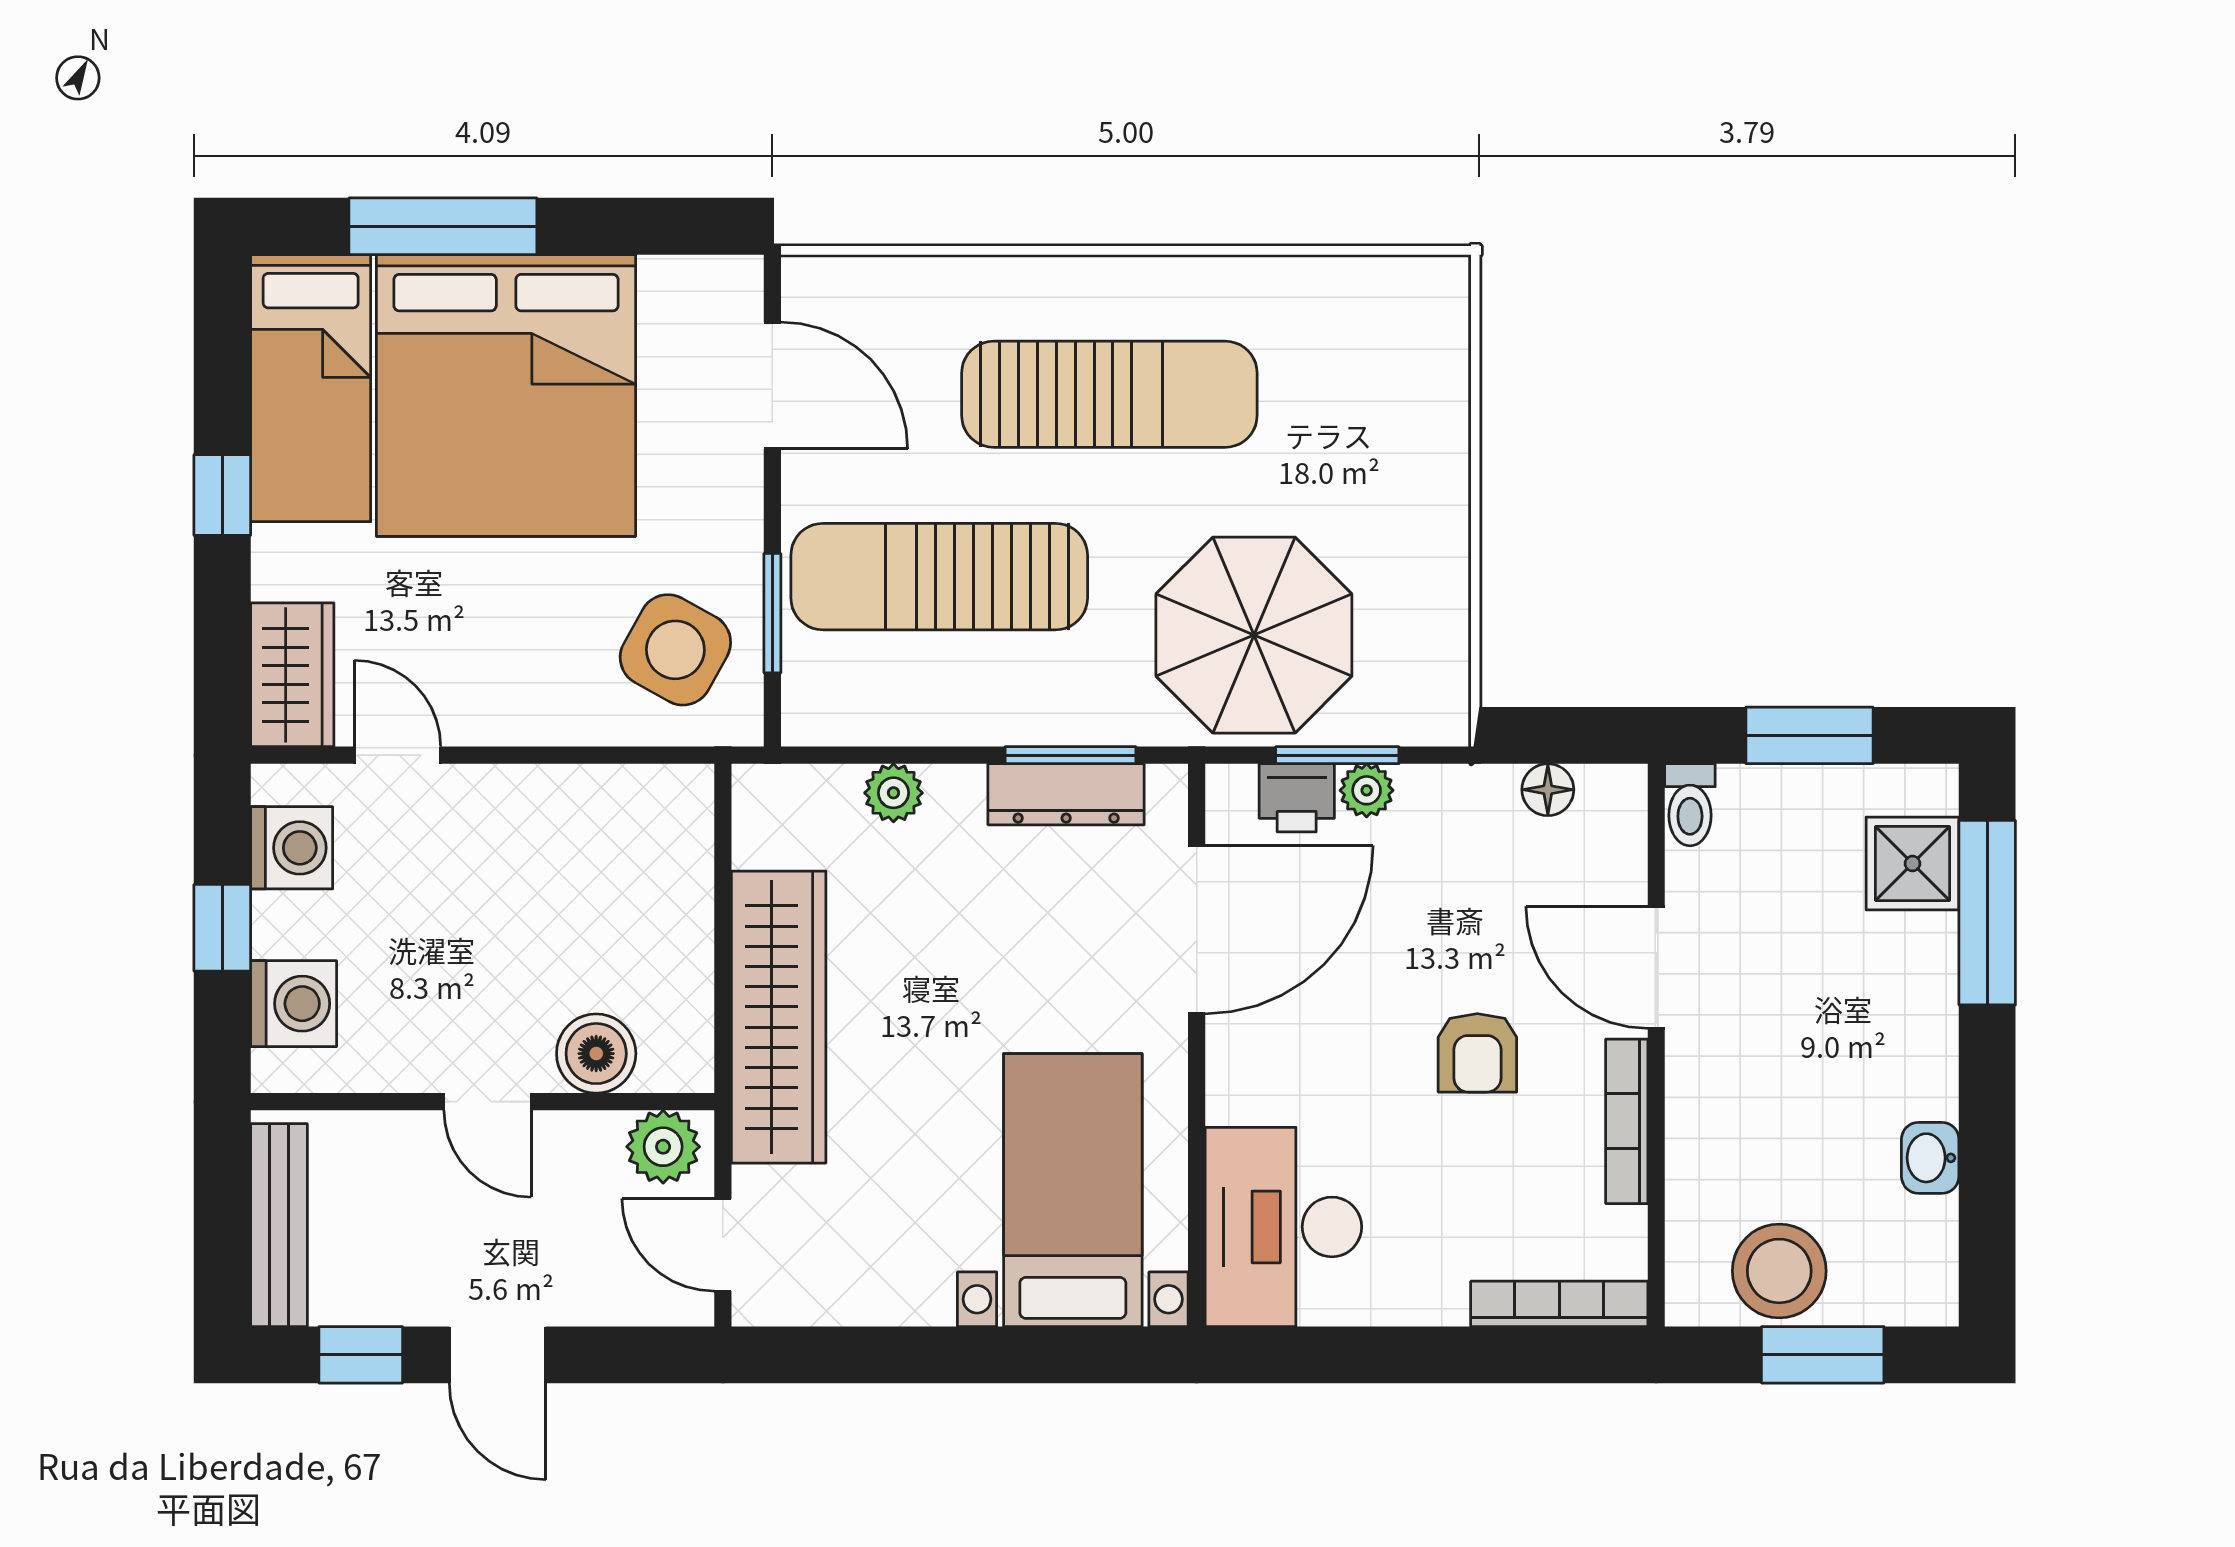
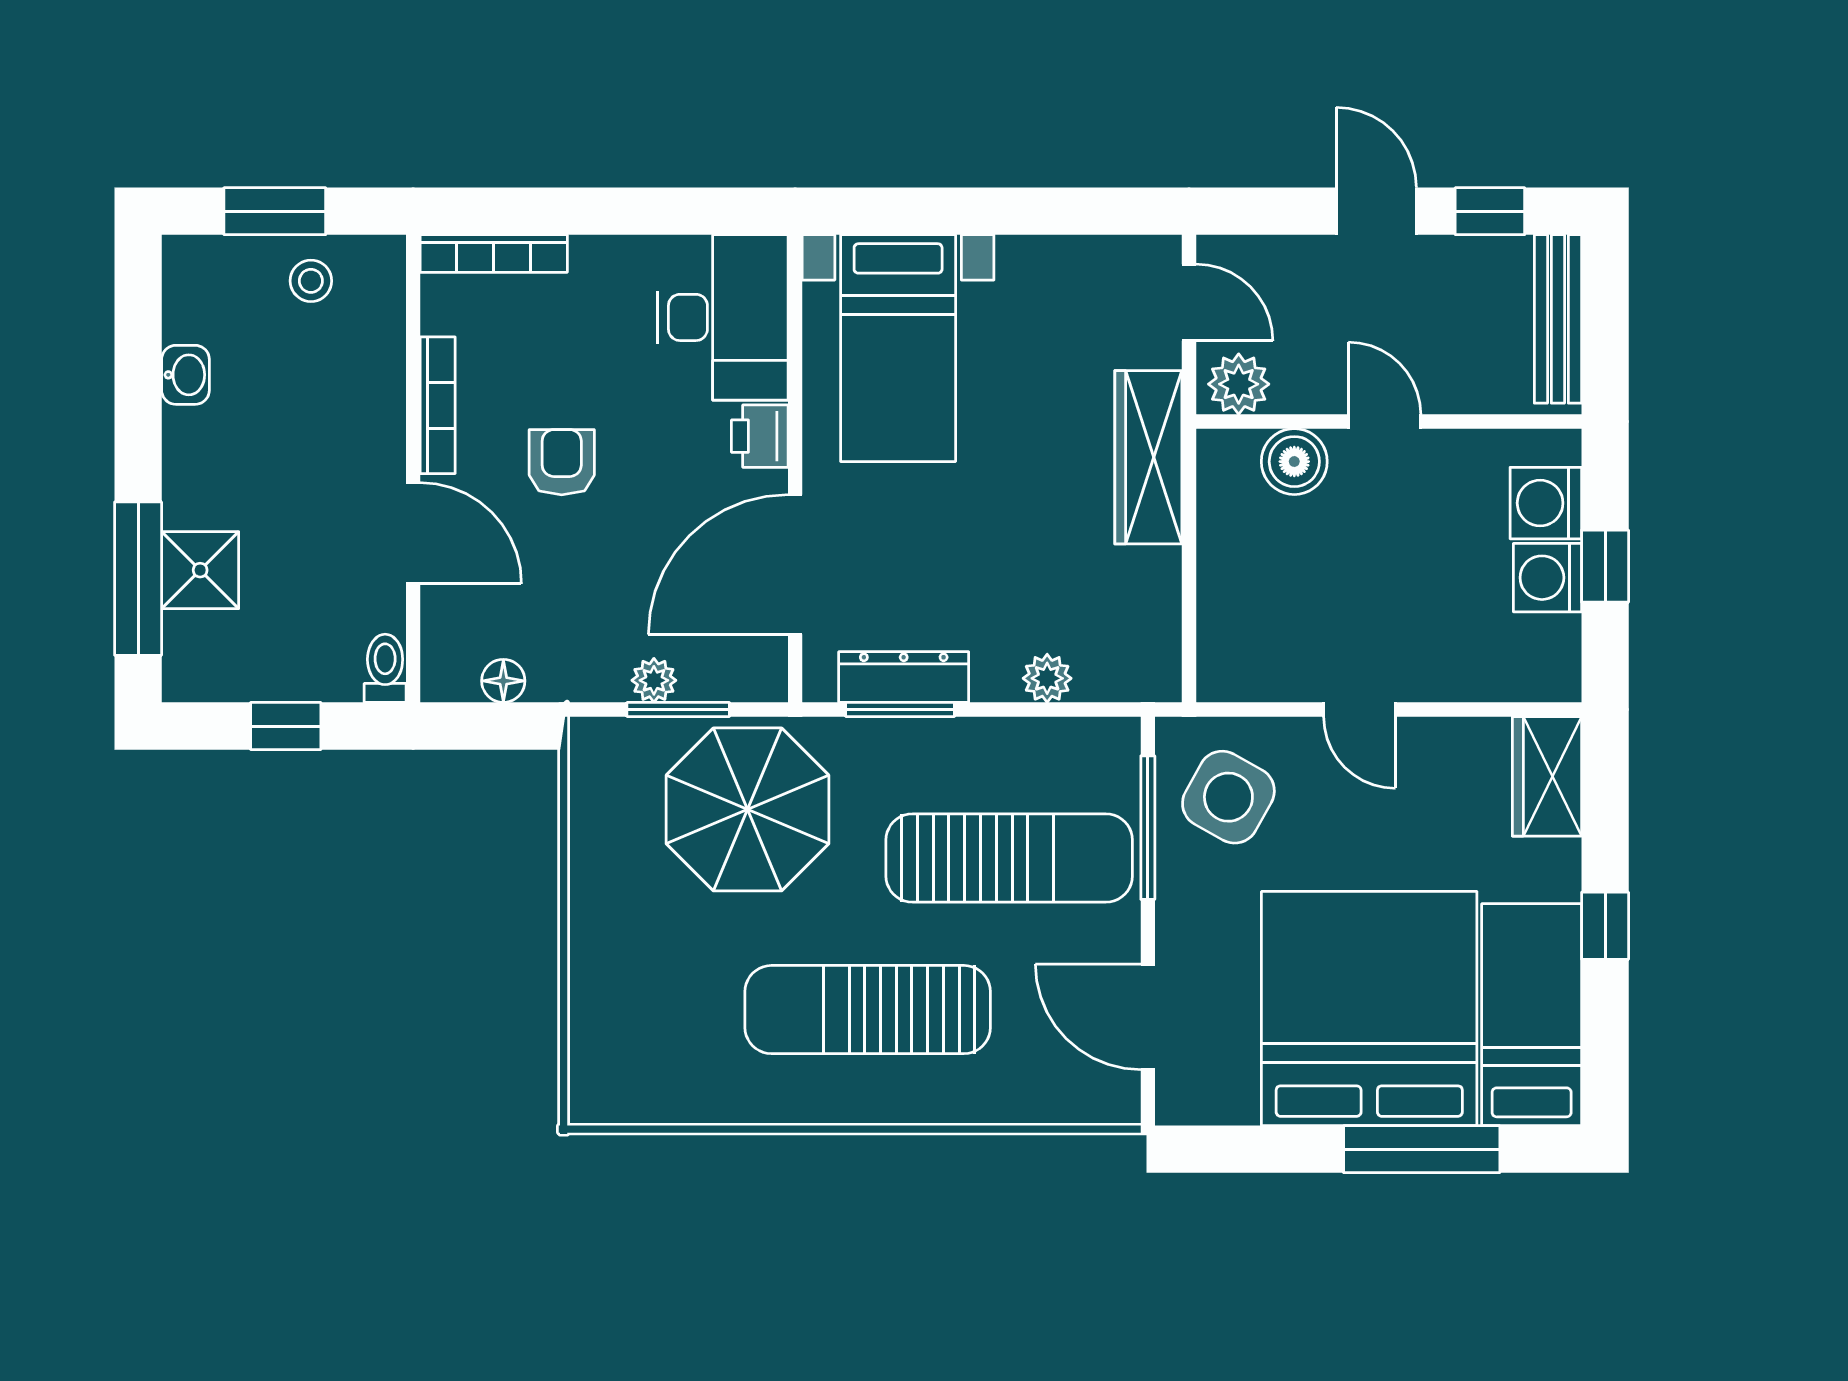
window: (772, 613) -> (1148, 828), width x1.44
window: (1809, 735) -> (286, 726), width x0.67
door: (398, 755) -> (1360, 710), moved
printer: (1297, 798) -> (760, 436), moved, turned -90
washing machine: (292, 848) -> (1547, 578), moved
shower: (1913, 863) -> (200, 570), moved
wardrobe: (779, 1017) -> (1148, 457), width x0.71, depth x0.85
stool: (1779, 1271) -> (311, 281), width x0.53, depth x0.53

